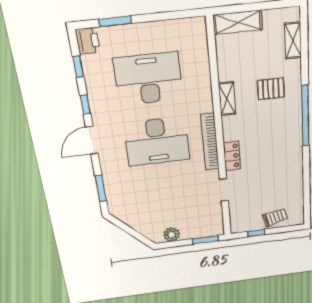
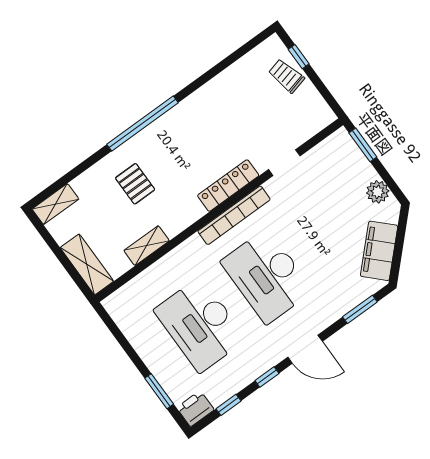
shelving: (293, 41) -> (55, 204), moved
shelving: (227, 99) -> (147, 246), moved
desk: (157, 142) -> (267, 276), turned 180
locker: (232, 156) -> (228, 186), width x1.53
filing cabinet: (133, 218) -> (379, 251), added
window: (256, 233) -> (299, 57), moved

